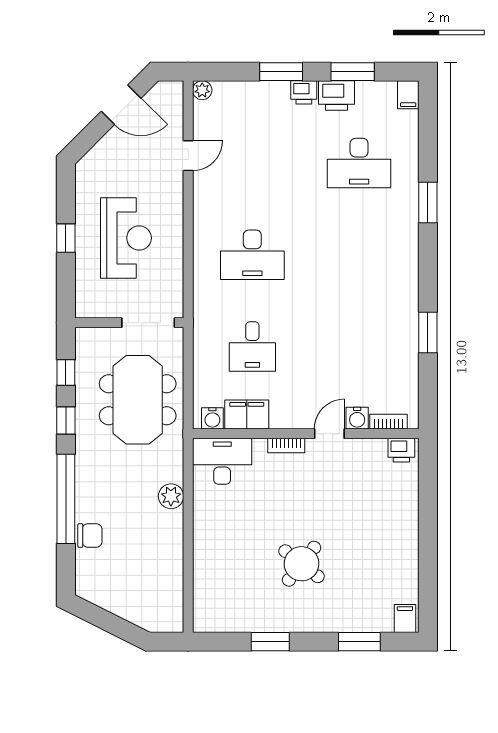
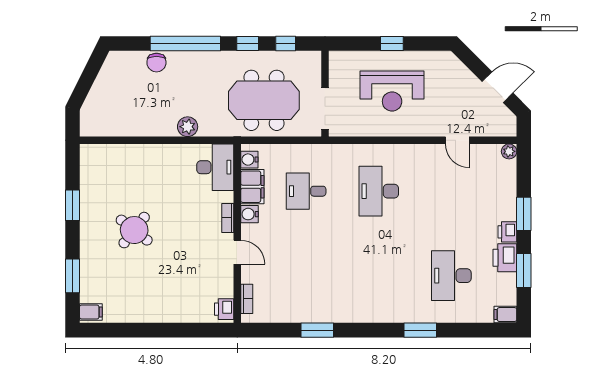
door: (121, 105) -> (498, 87), swing flipped
water cooler: (357, 418) -> (249, 214), moved

